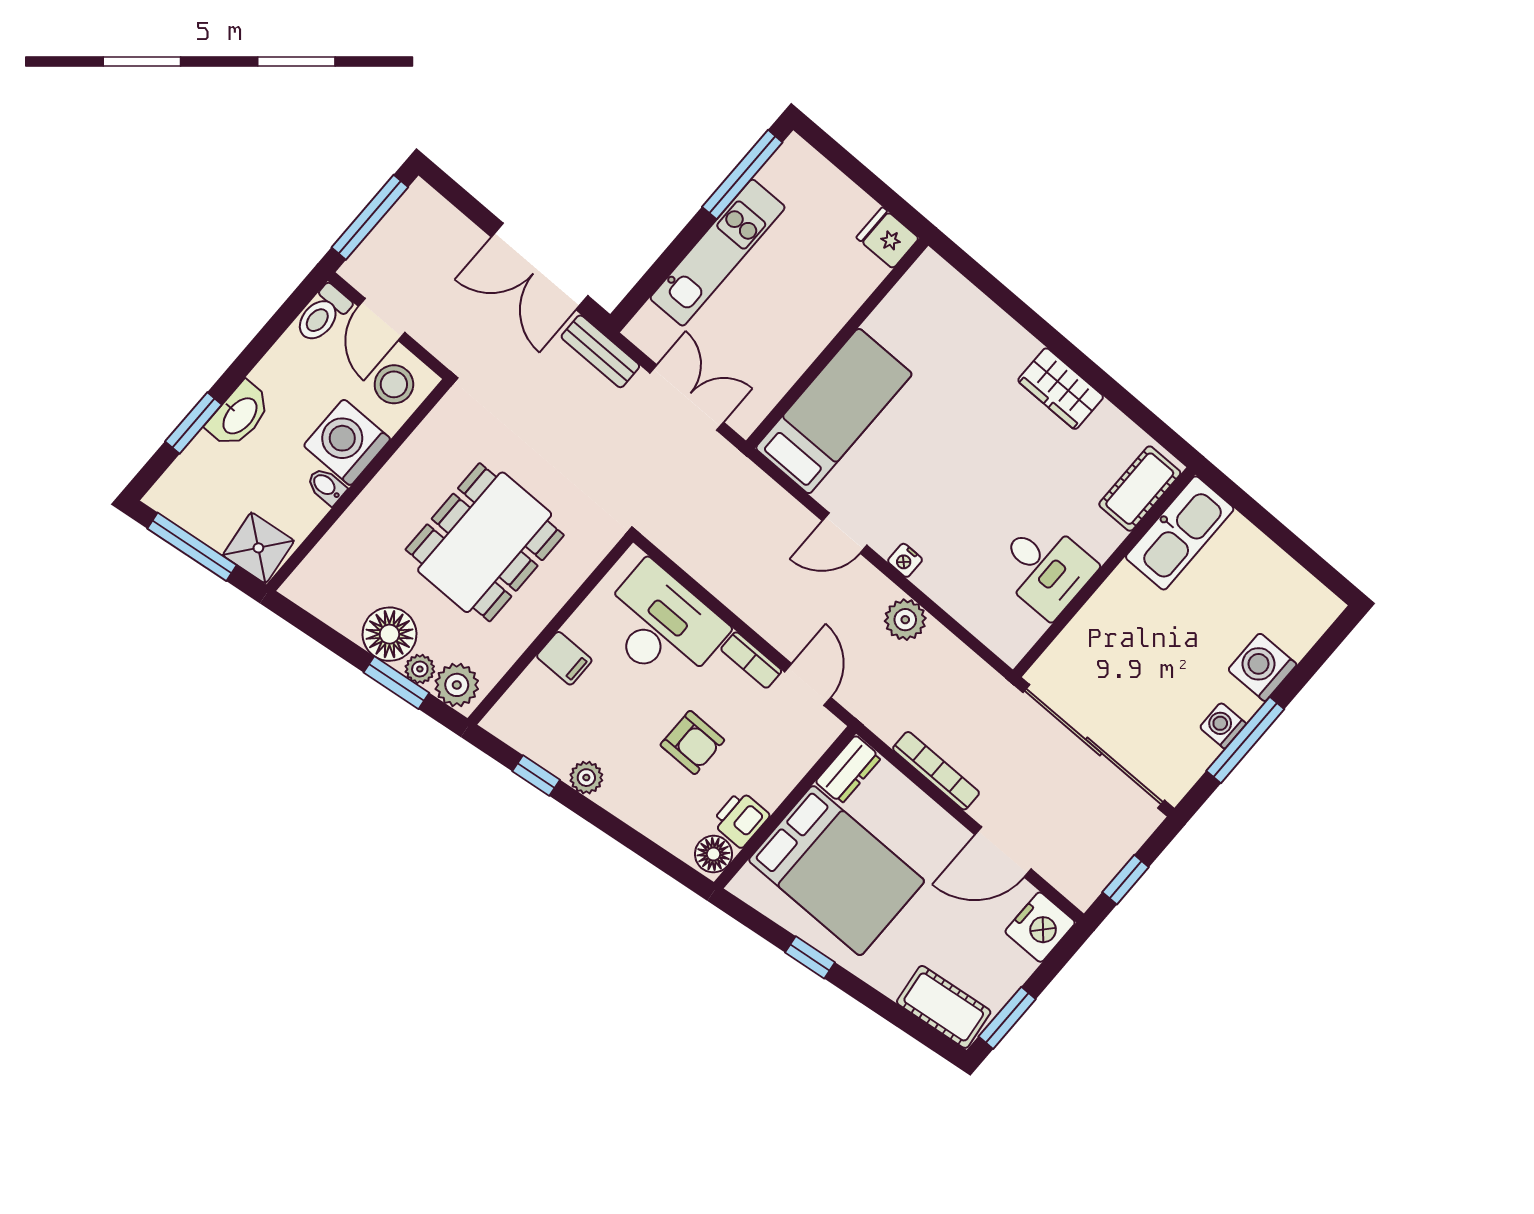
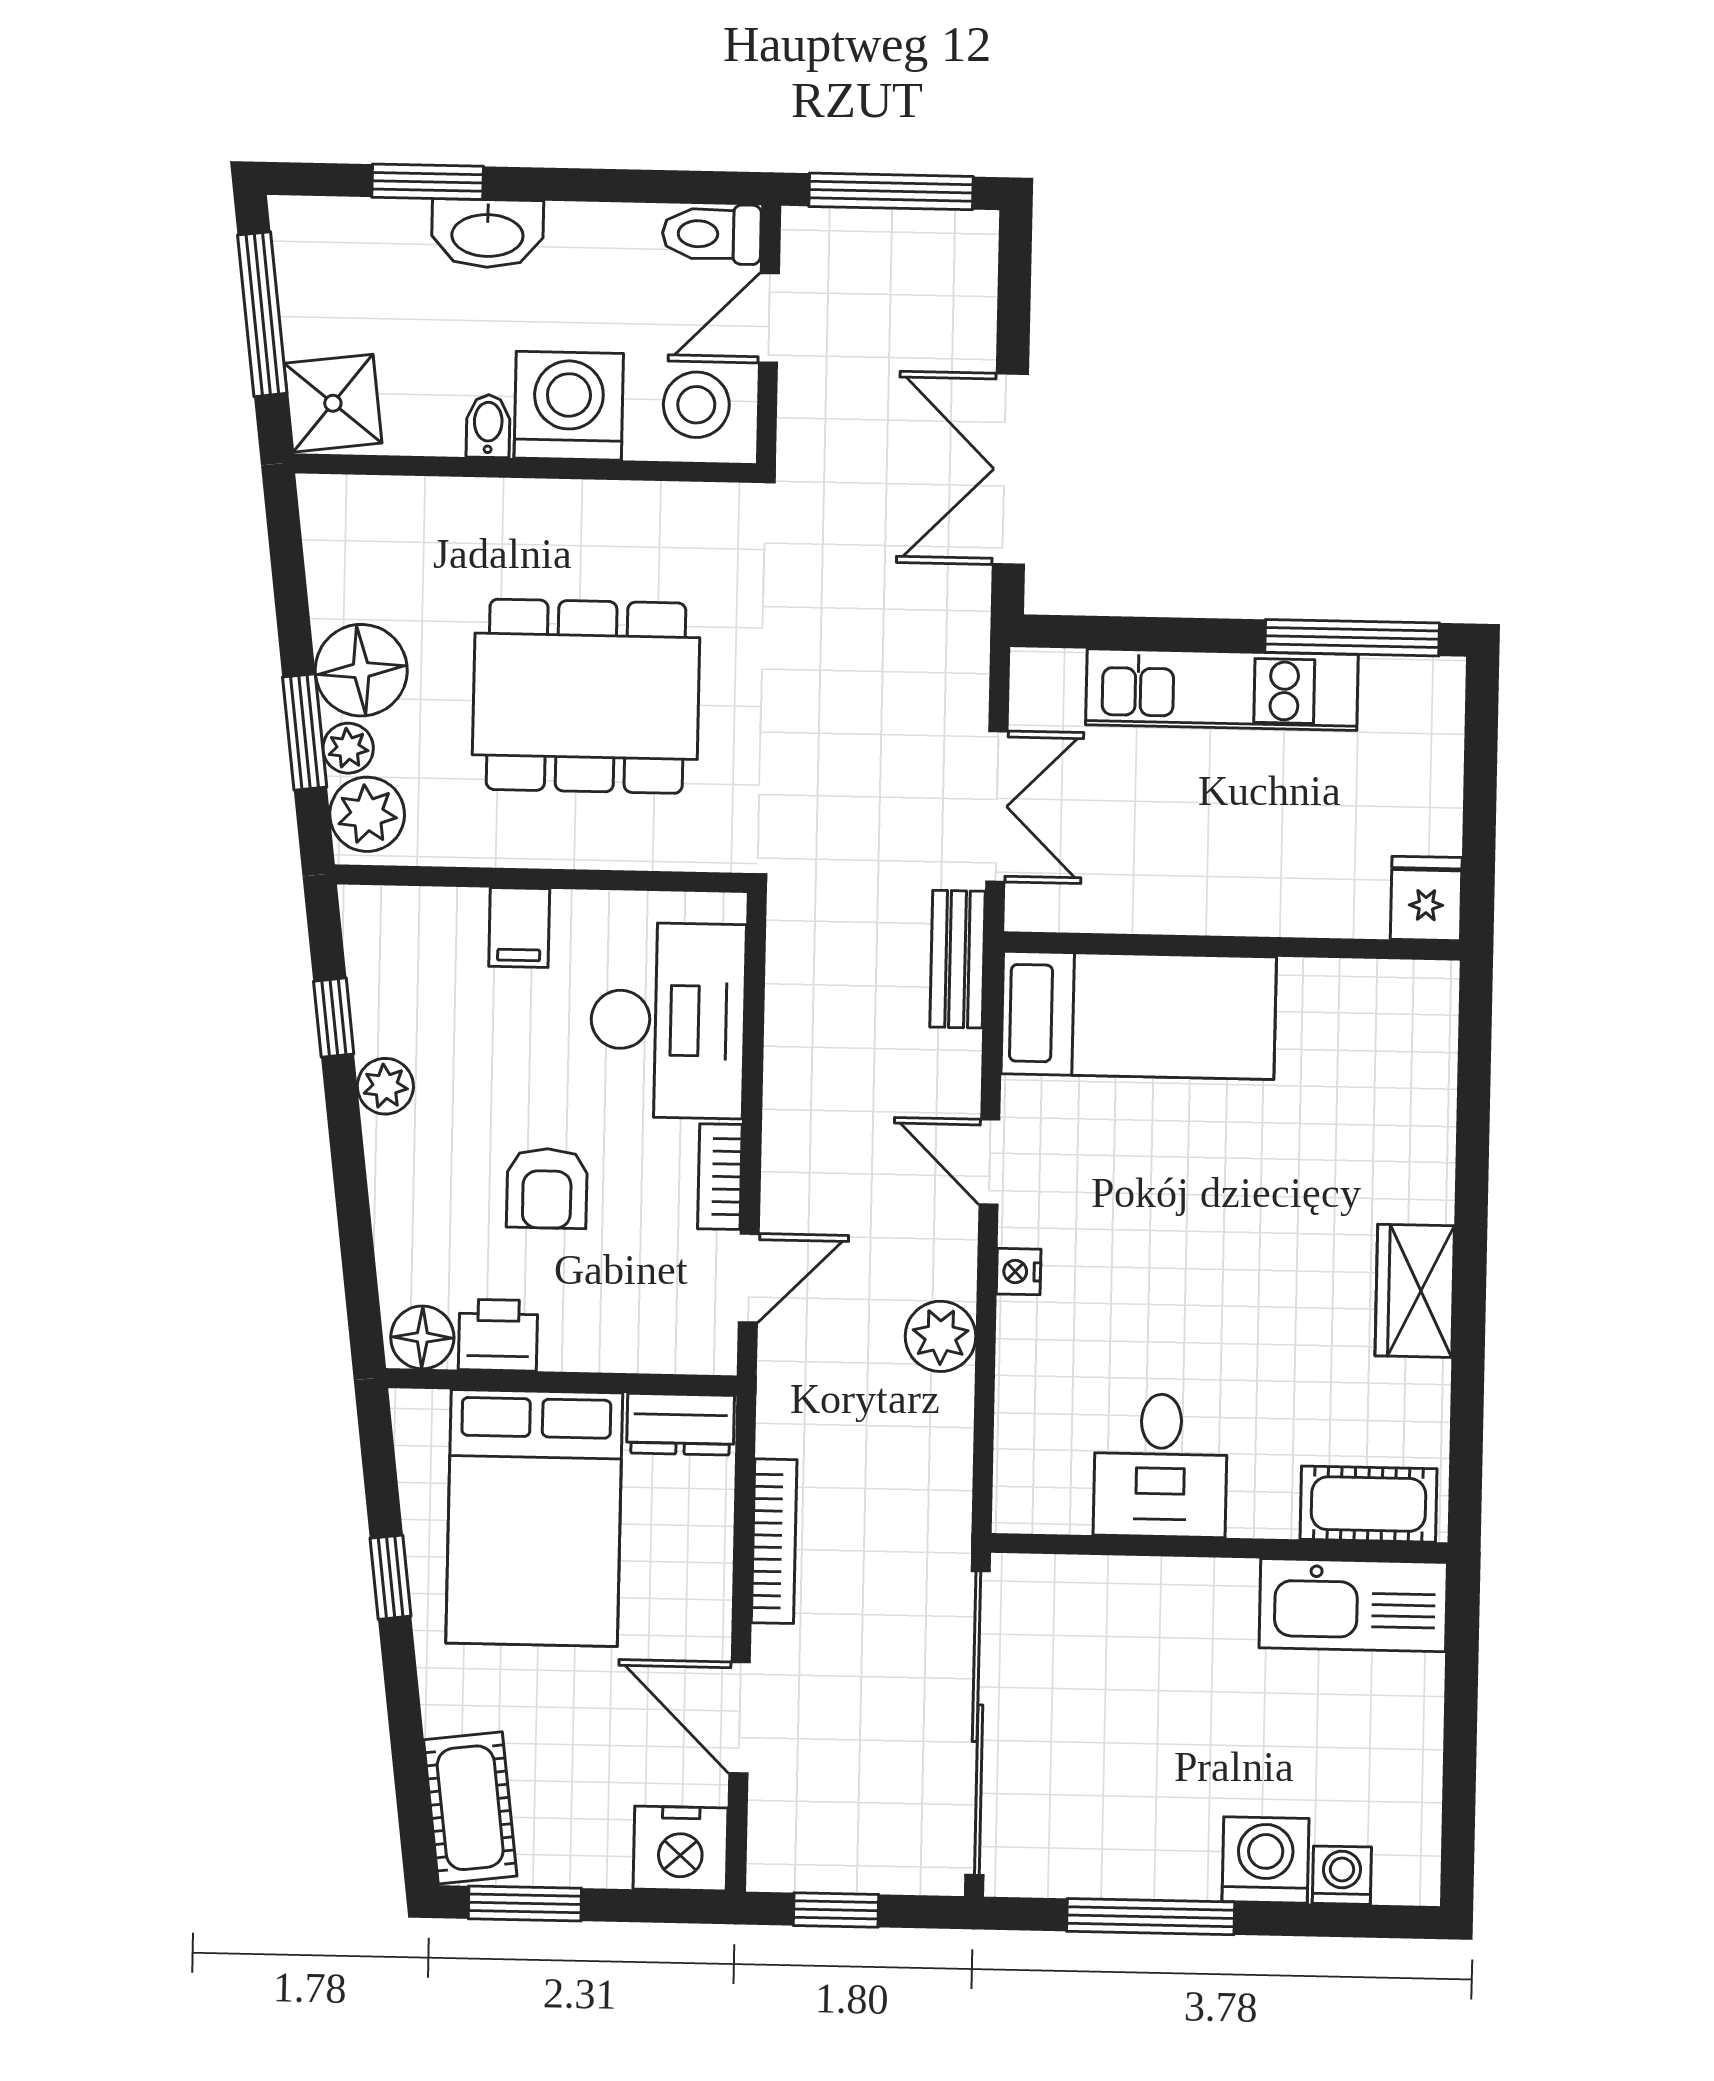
bench: (600, 351) -> (957, 959), moved
washing machine: (1223, 725) -> (1342, 1875), moved

